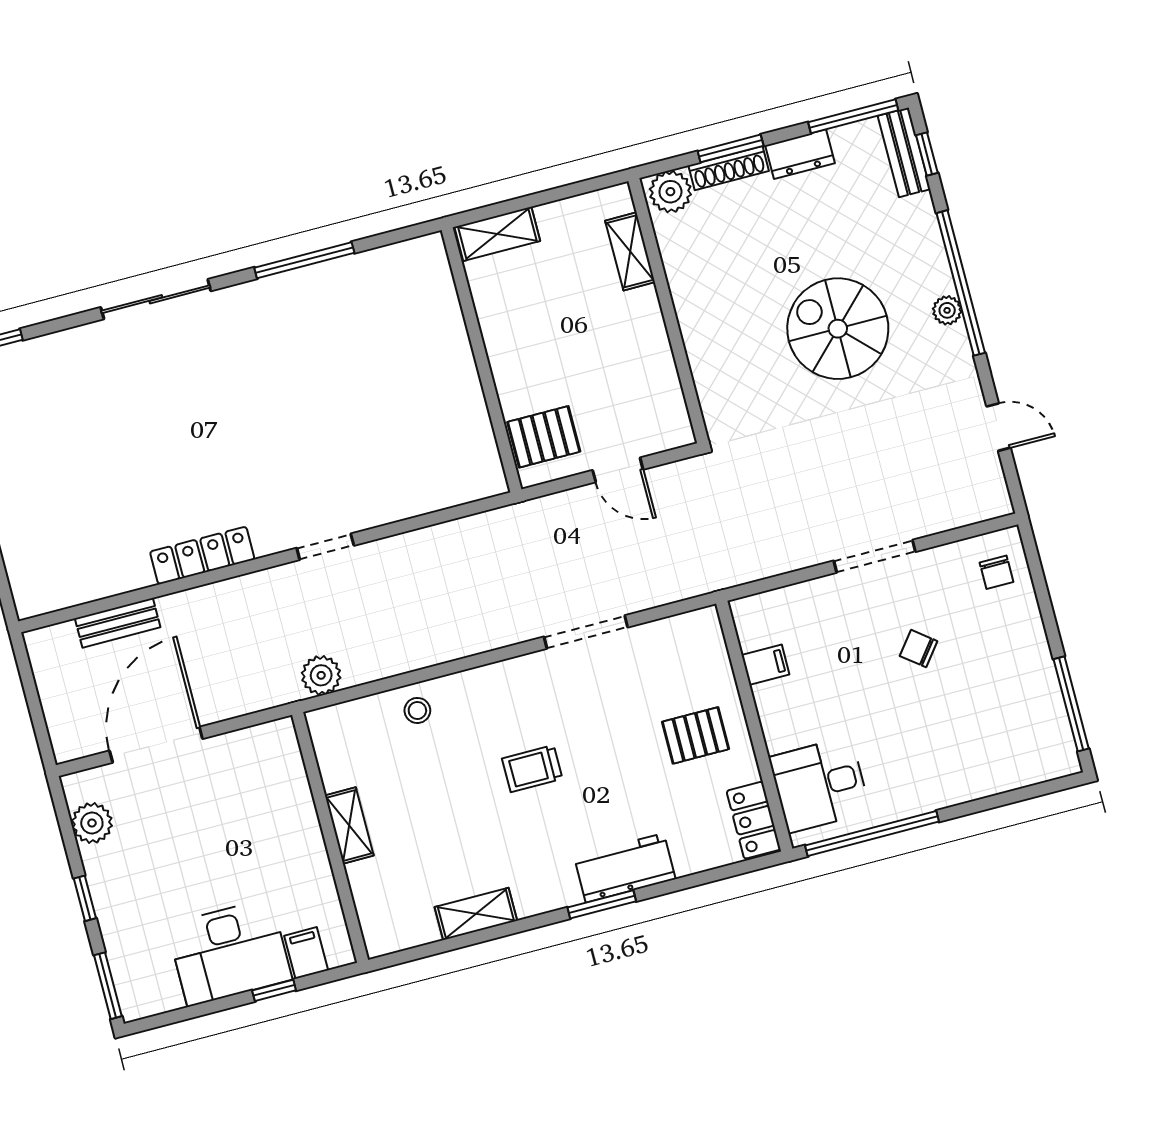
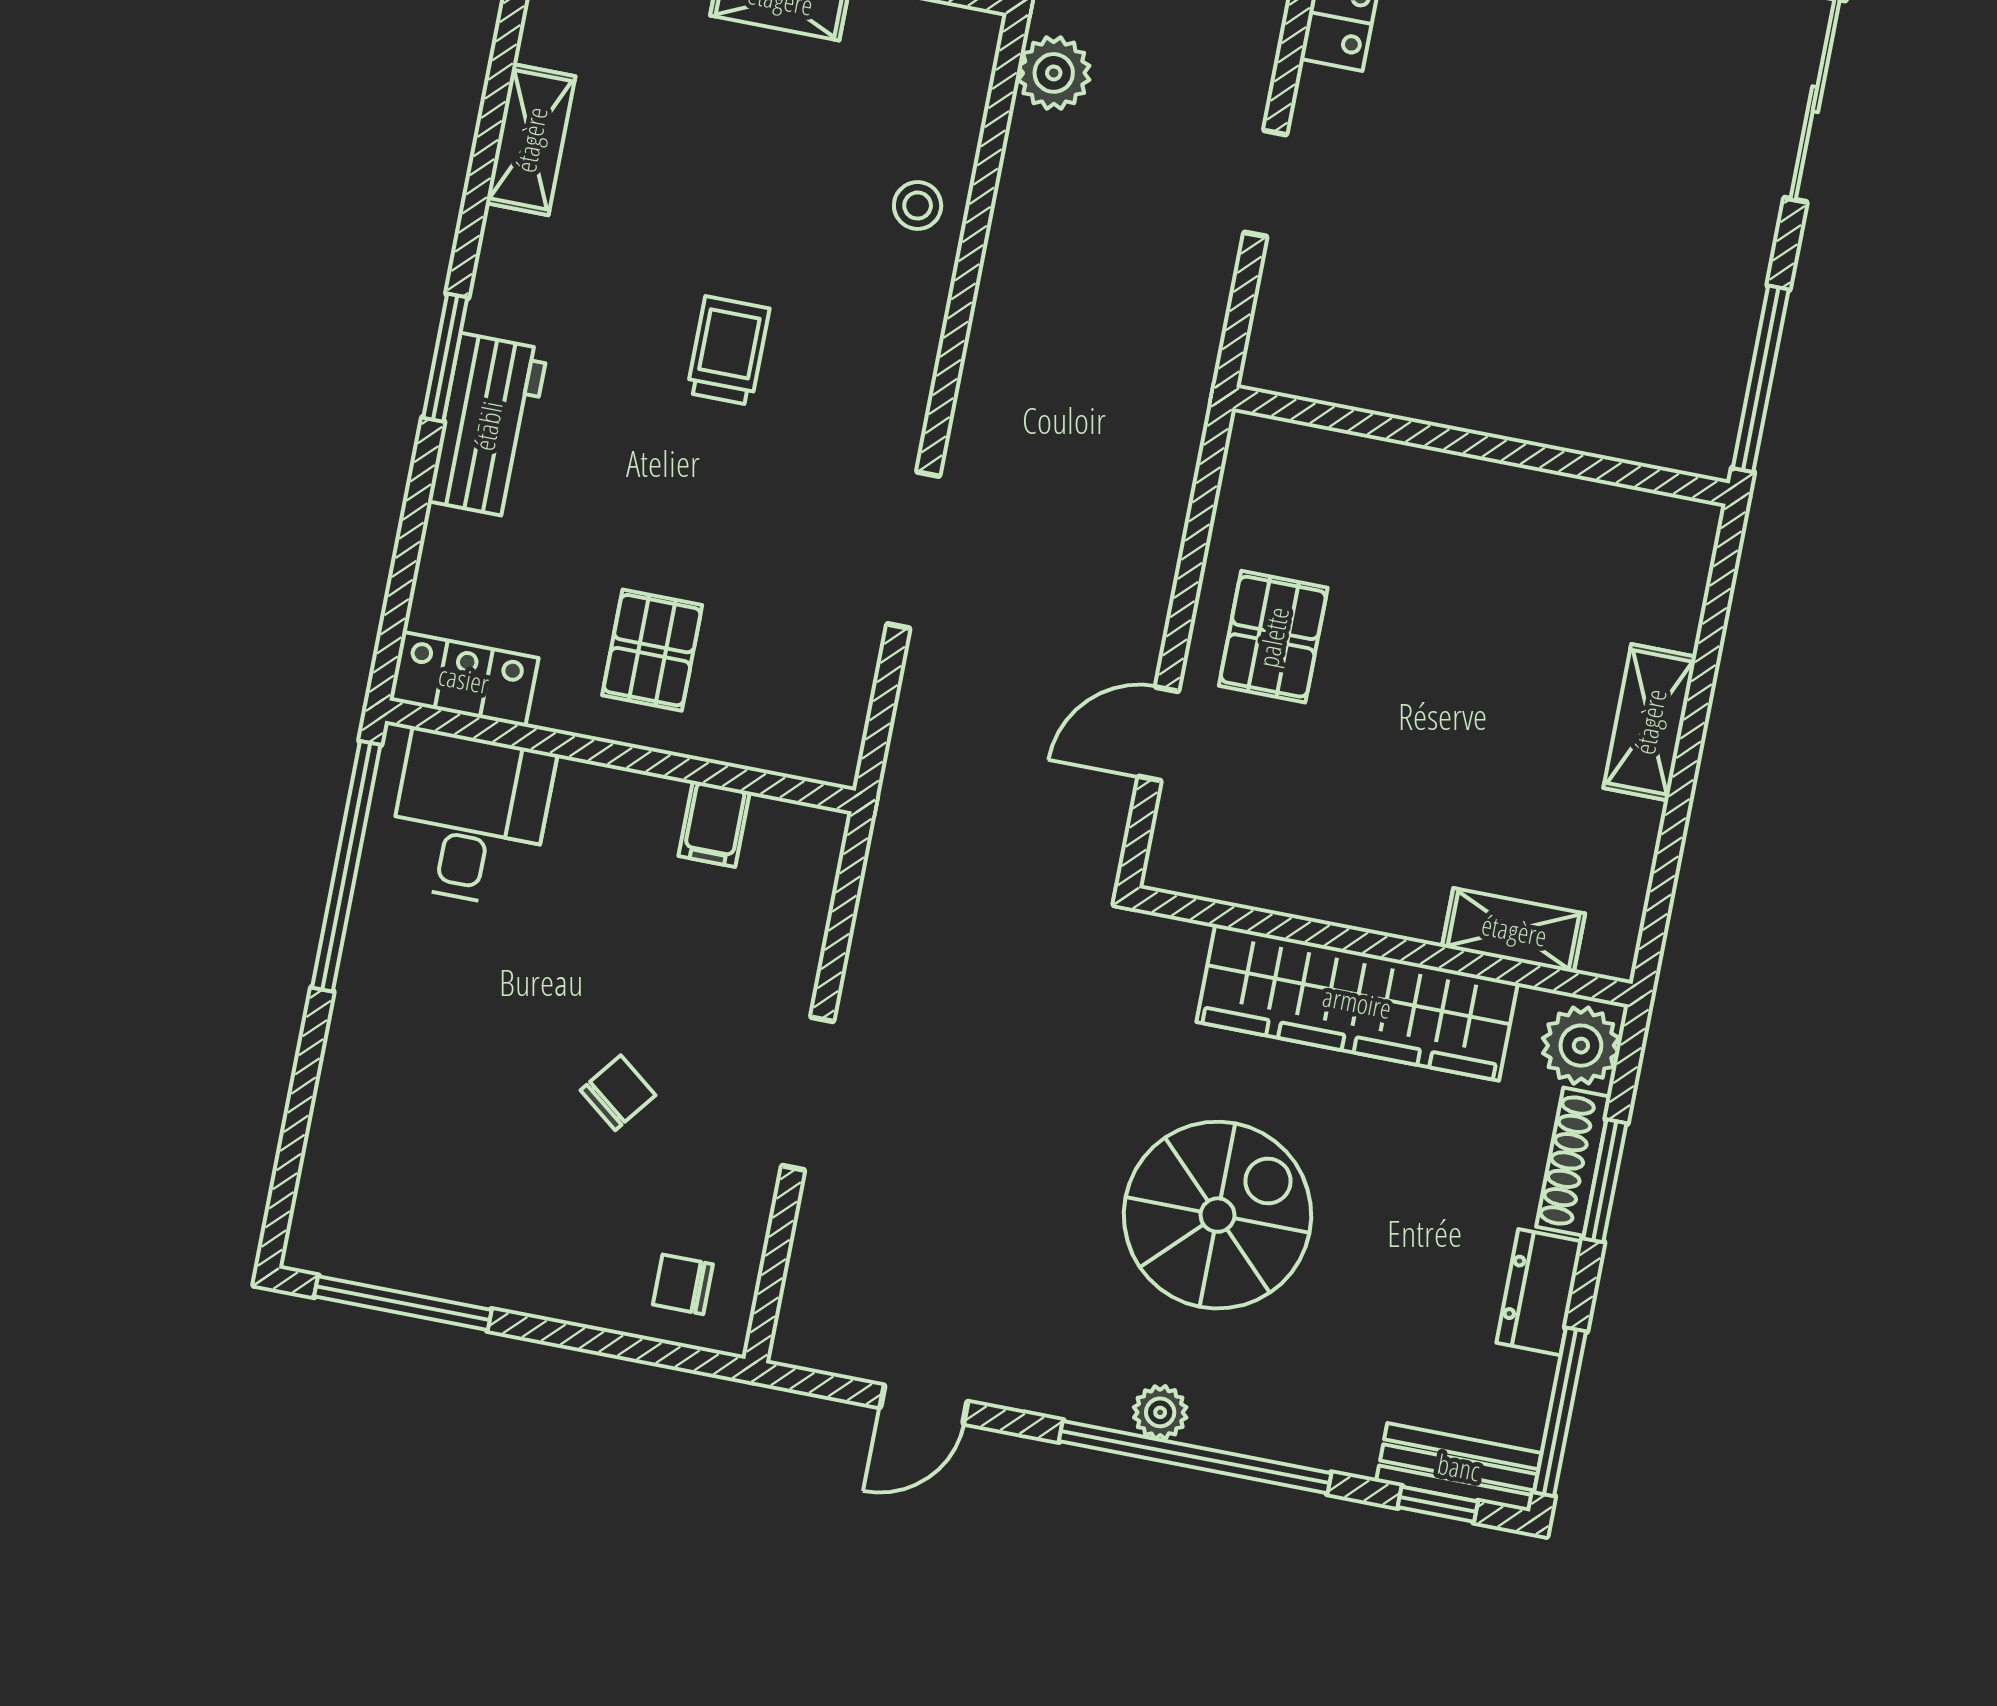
wardrobe: (702, 311) -> (1357, 1002), added
wall: (481, 360) -> (1481, 446), moved

